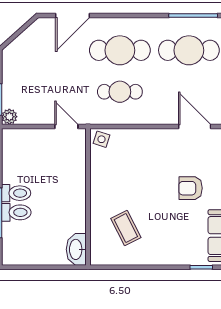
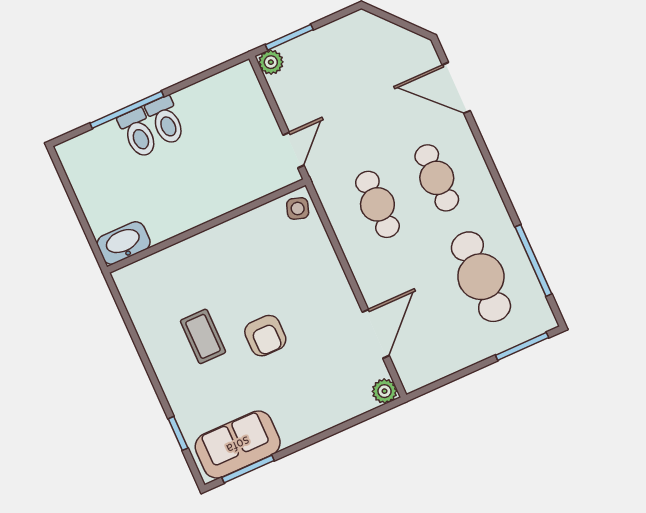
cafe table: (120, 50) -> (437, 178), width x0.73, depth x0.74
armchair: (191, 188) -> (265, 336), moved, turned 180
coffee table: (126, 228) -> (203, 336), moved, turned -63

